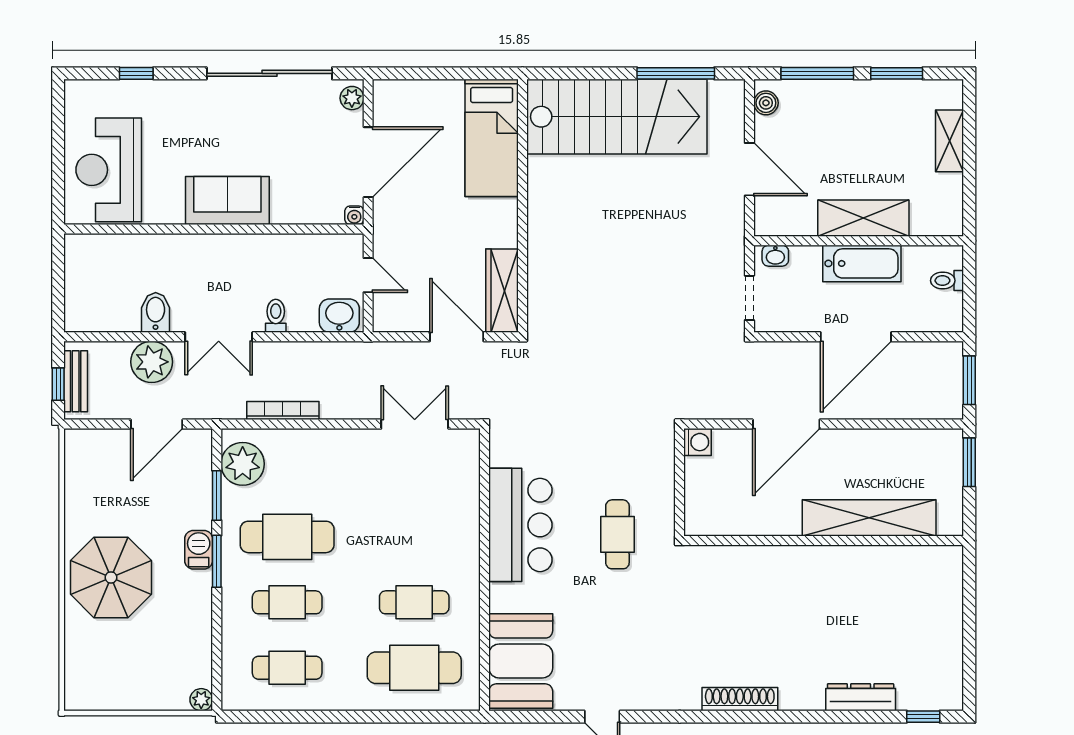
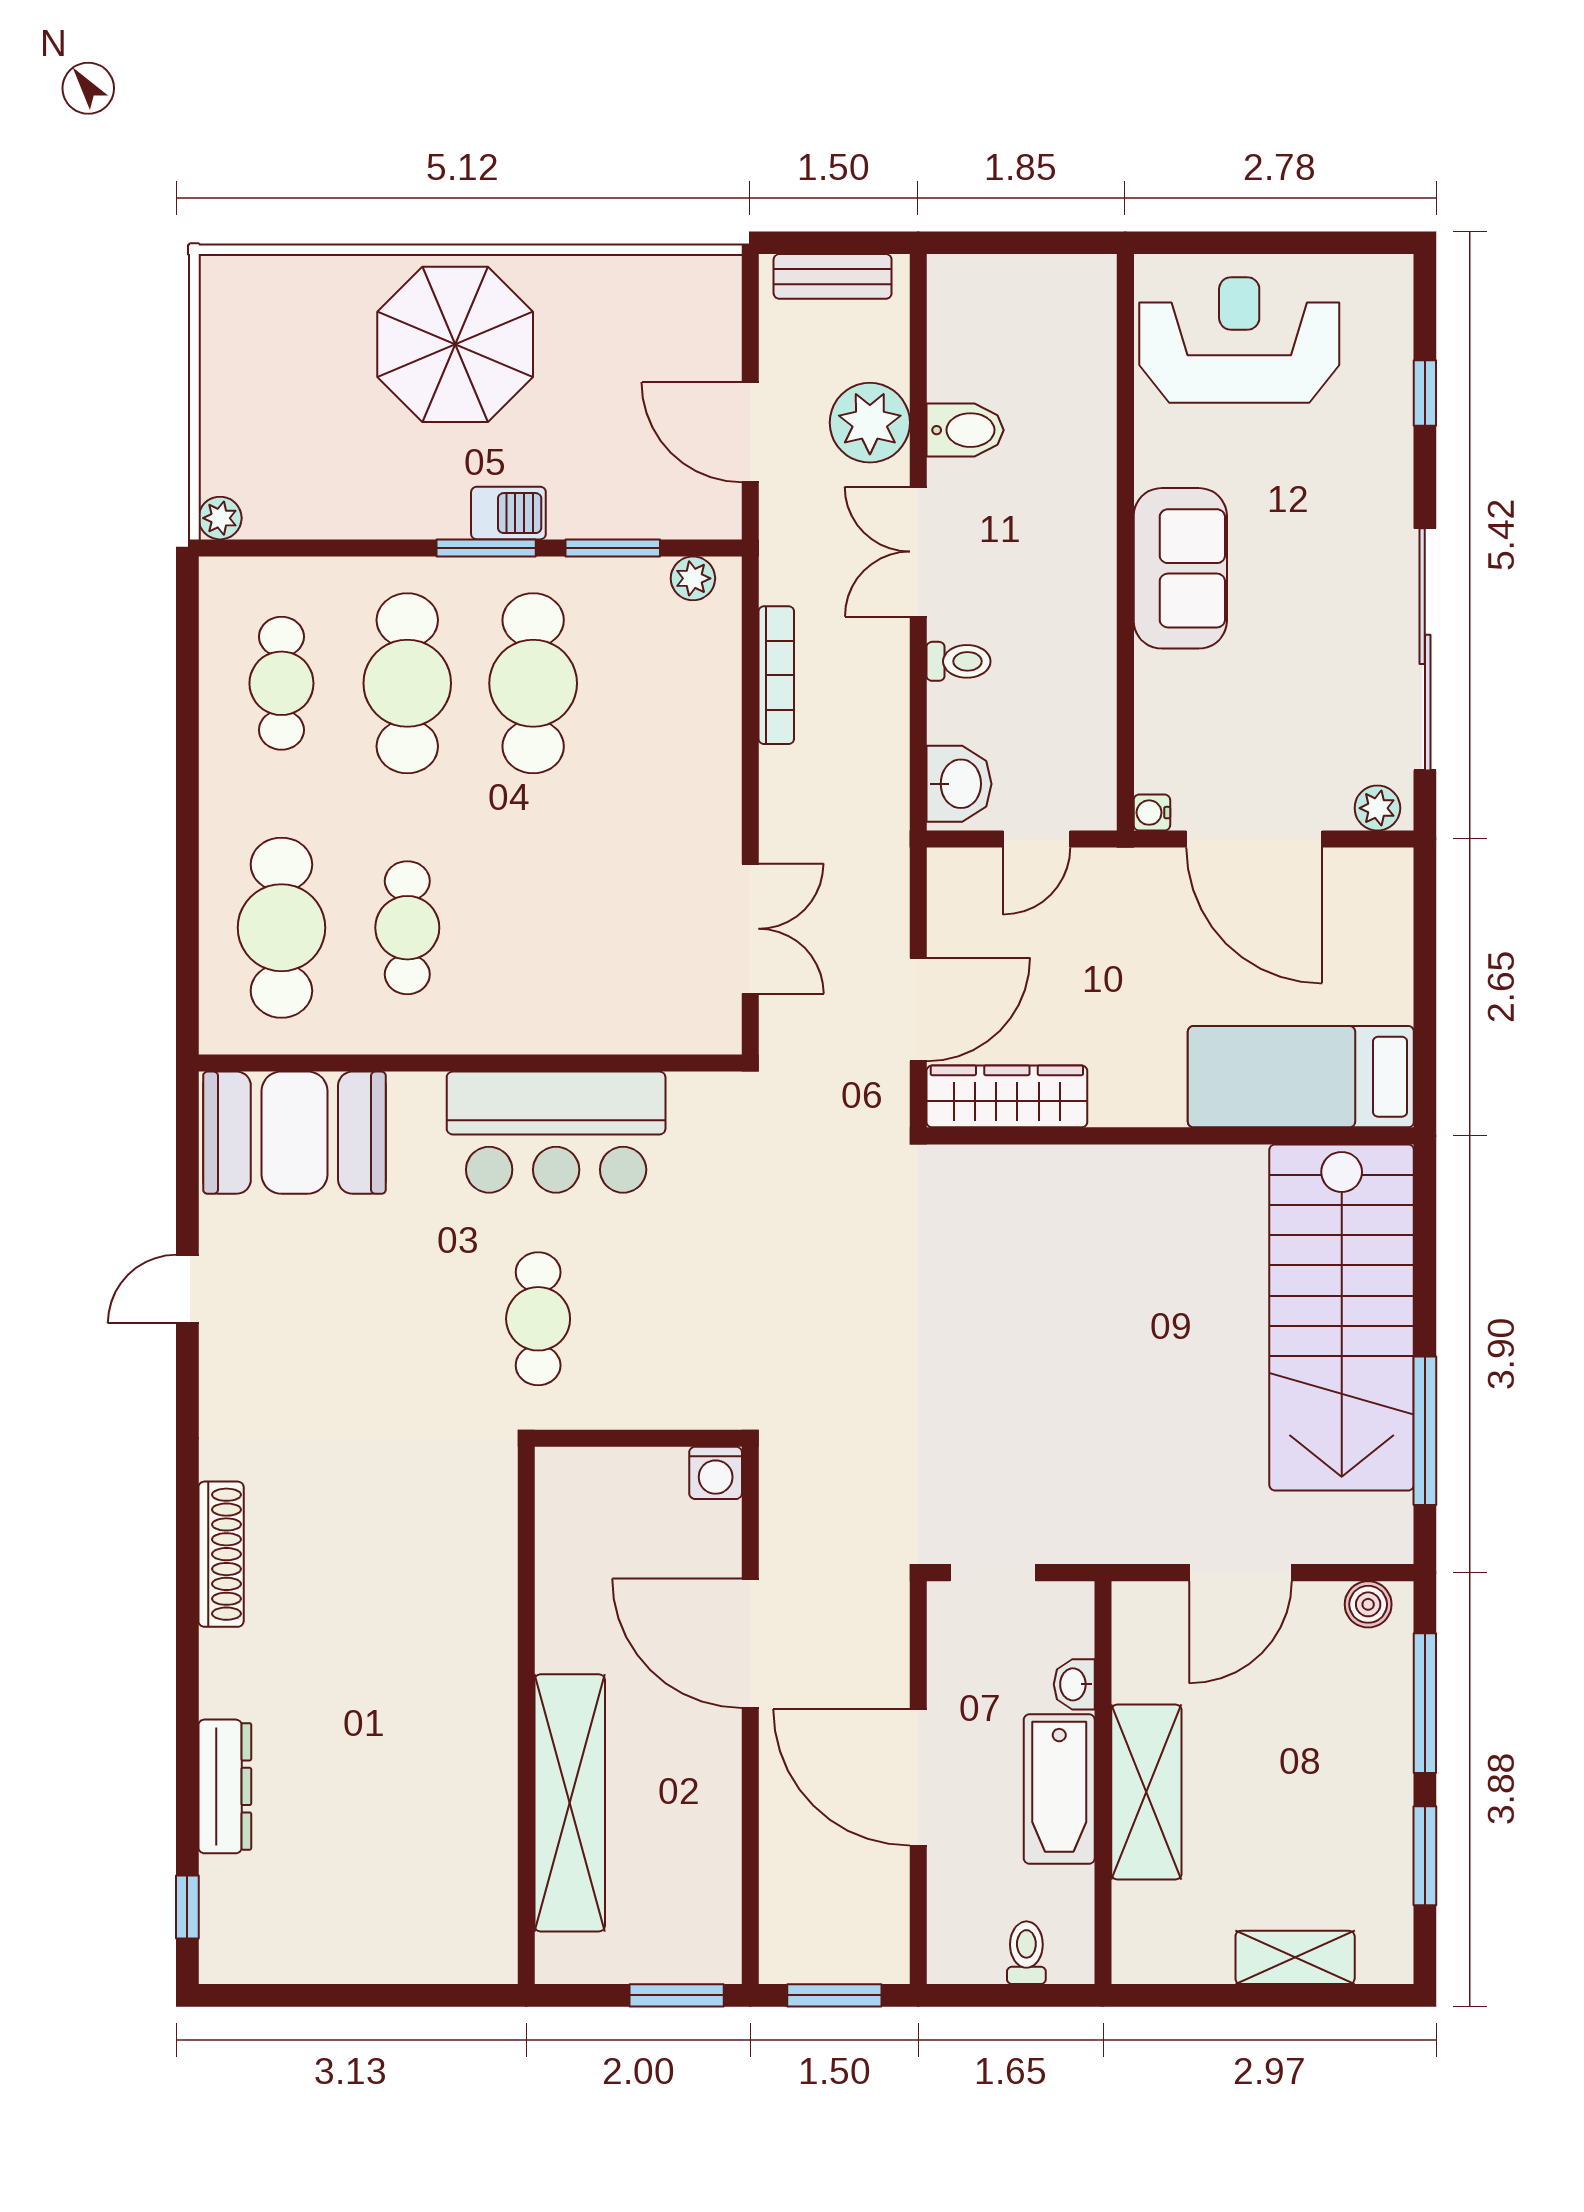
washbasin: (775, 256) -> (1074, 1684), moved
window: (58, 384) -> (827, 243), removed
plant: (243, 464) -> (693, 578), width x0.53, depth x0.53
cafe table: (617, 534) -> (538, 1319), turned 90
cafe table: (287, 602) -> (407, 683), width x1.37, depth x1.35

